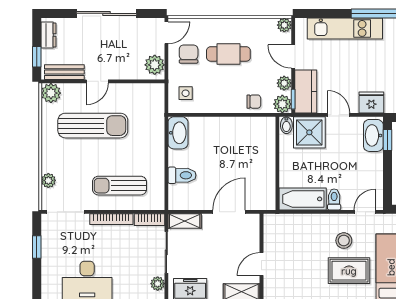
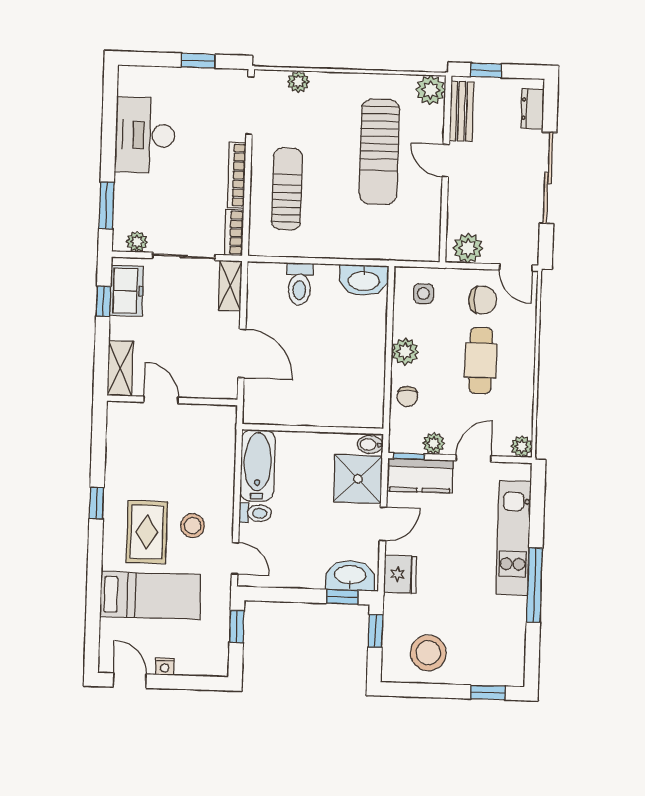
dresser: (48, 35) -> (532, 109), moved, turned 90
plant: (282, 104) -> (405, 351), moved

